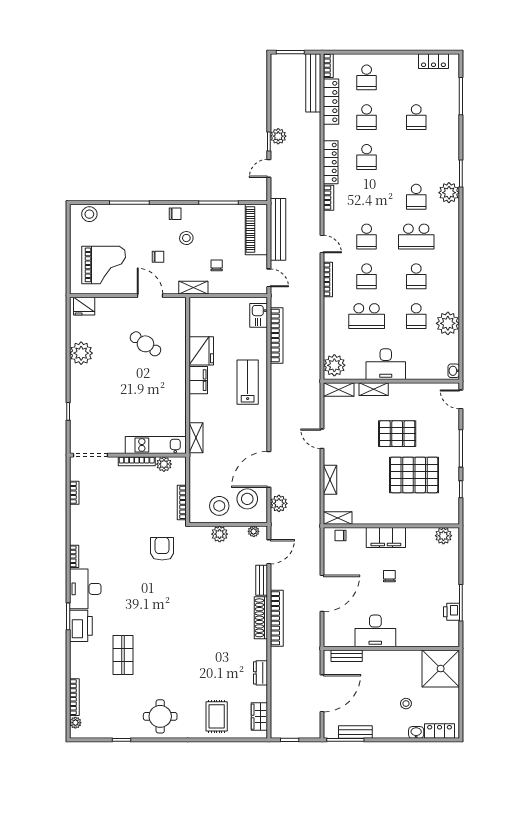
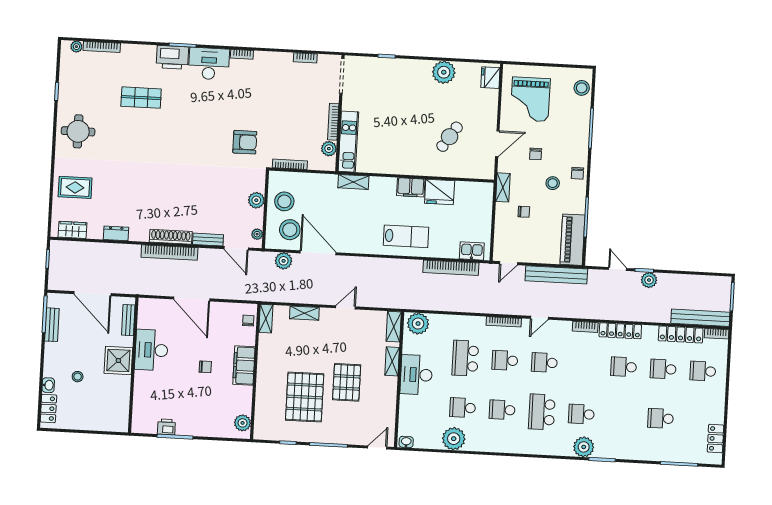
piano: (256, 230) -> (572, 240), moved, turned -90
shower: (441, 669) -> (118, 361), moved, width x0.73, depth x0.73

